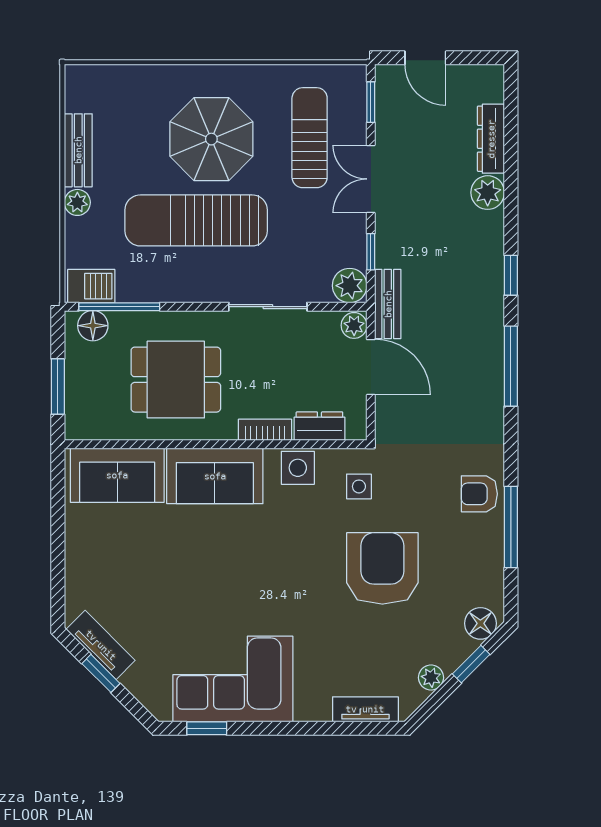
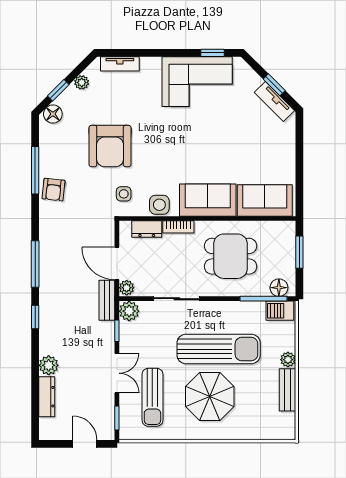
armchair: (479, 494) -> (54, 190), turned 96

